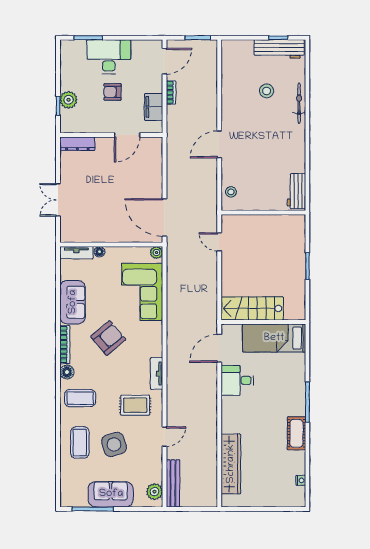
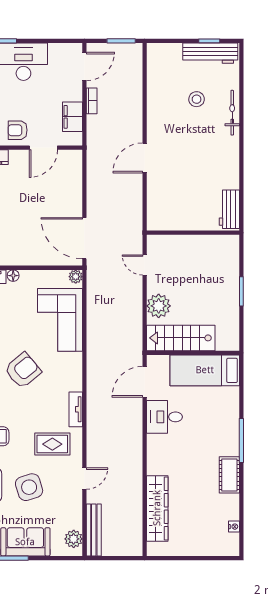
armchair: (112, 92) -> (18, 130), moved
stool: (231, 192) -> (157, 210), removed
plant: (232, 279) -> (159, 306), added

